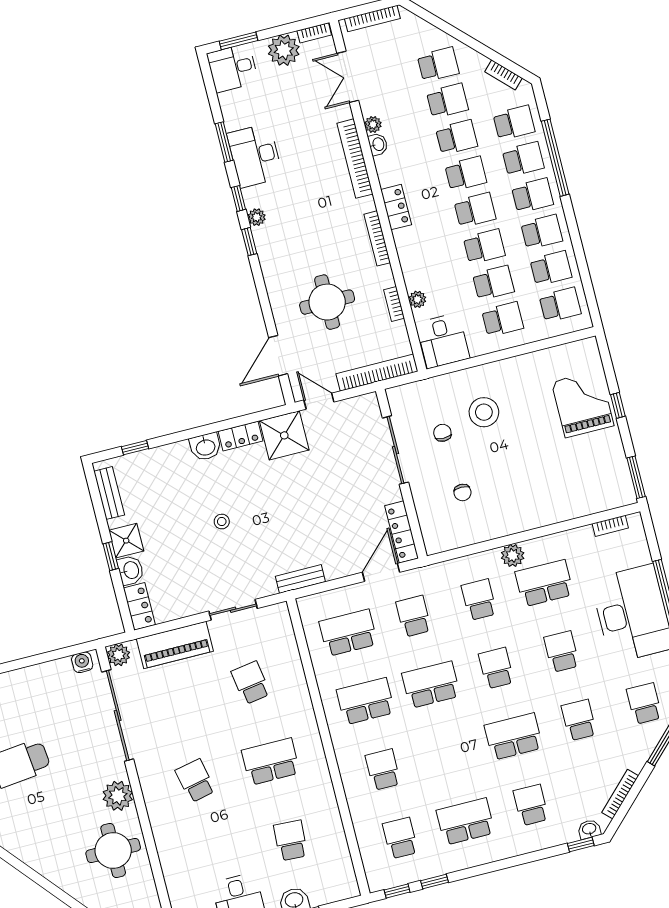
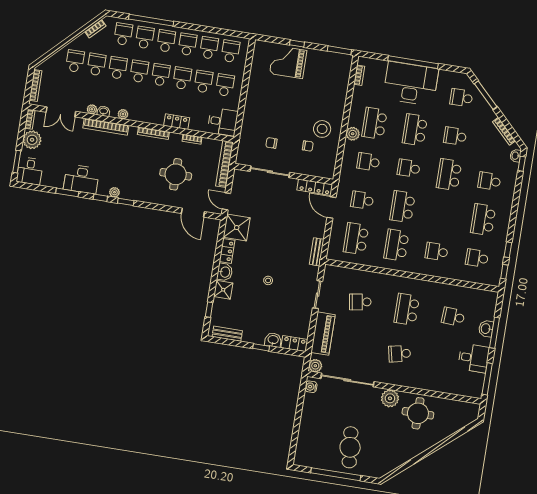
locker: (396, 207) -> (177, 122), moved
plant: (417, 299) -> (123, 114), moved
door: (319, 401) -> (226, 201), hinge flipped
stool: (484, 412) -> (322, 129), moved
shower: (126, 541) -> (223, 290), moved
school desk: (562, 652) -> (415, 130), width x1.85

